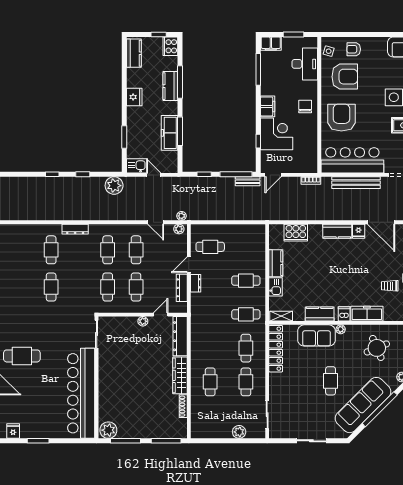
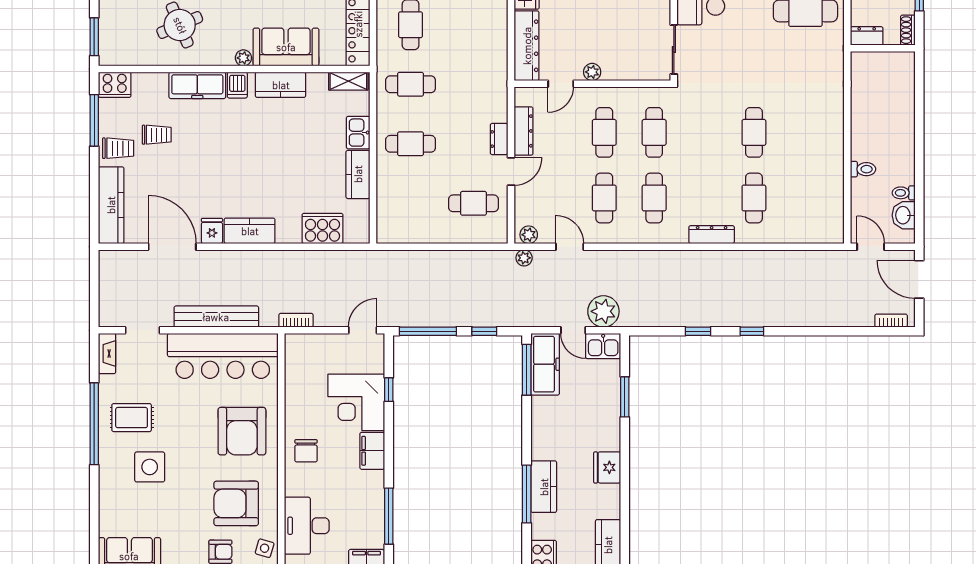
window: (180, 131) -> (527, 370), moved
freezer: (170, 133) -> (545, 364), moved
bench: (248, 181) -> (407, 319), removed
plant: (114, 186) -> (603, 311), moved

